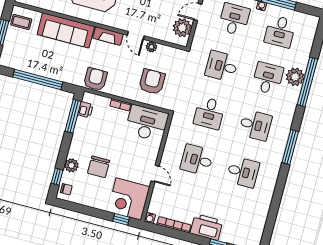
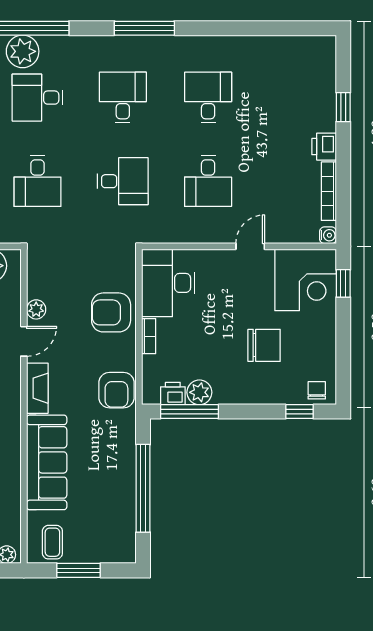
armchair: (95, 79) -> (116, 390), turned -90
armchair: (152, 82) -> (111, 312), moved
plant: (71, 165) -> (199, 392), moved
printer: (206, 227) -> (324, 147), width x0.53, depth x0.68

